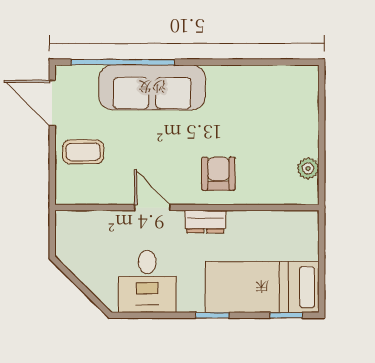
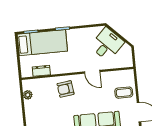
armchair: (218, 174) -> (66, 89), turned 83
dresser: (205, 222) -> (41, 71), moved
desk: (147, 281) -> (107, 44), moved, turned 45

